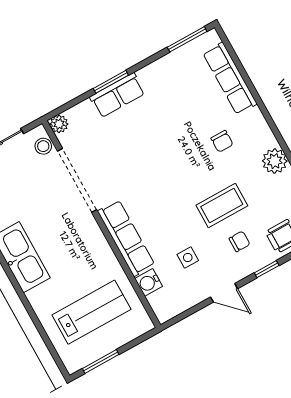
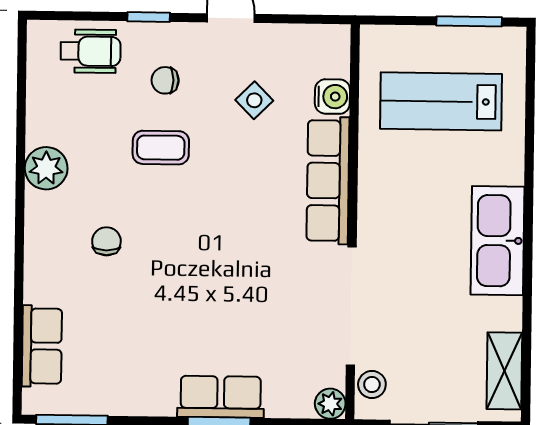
row of seats: (230, 78) -> (42, 346), width x0.68
coffee table: (222, 206) -> (161, 148), width x0.73, depth x0.77
side table: (188, 257) -> (254, 100), turned 45

